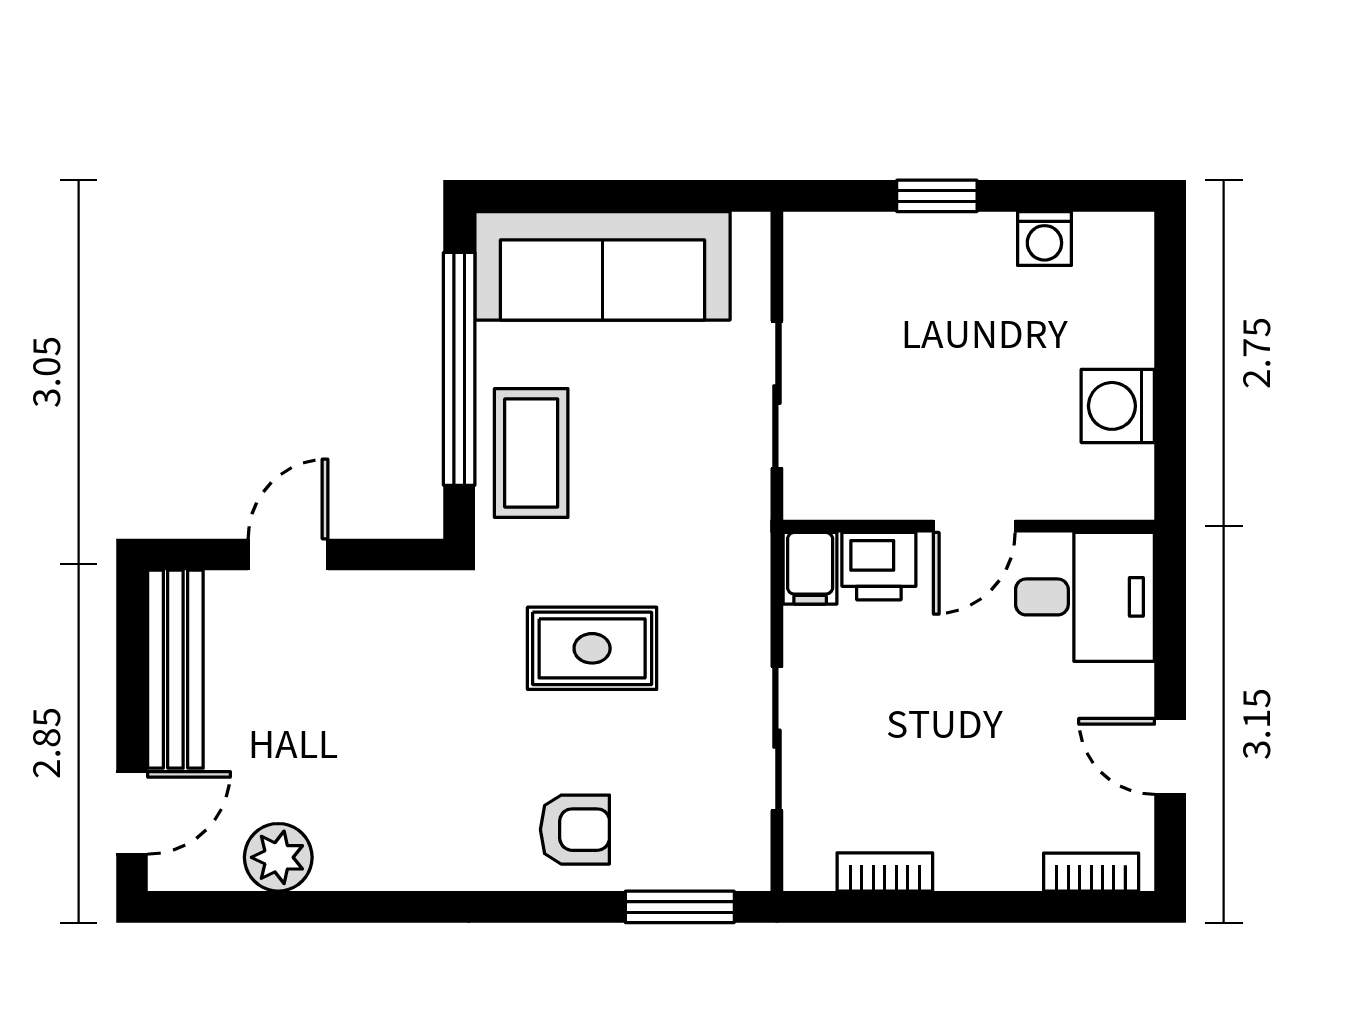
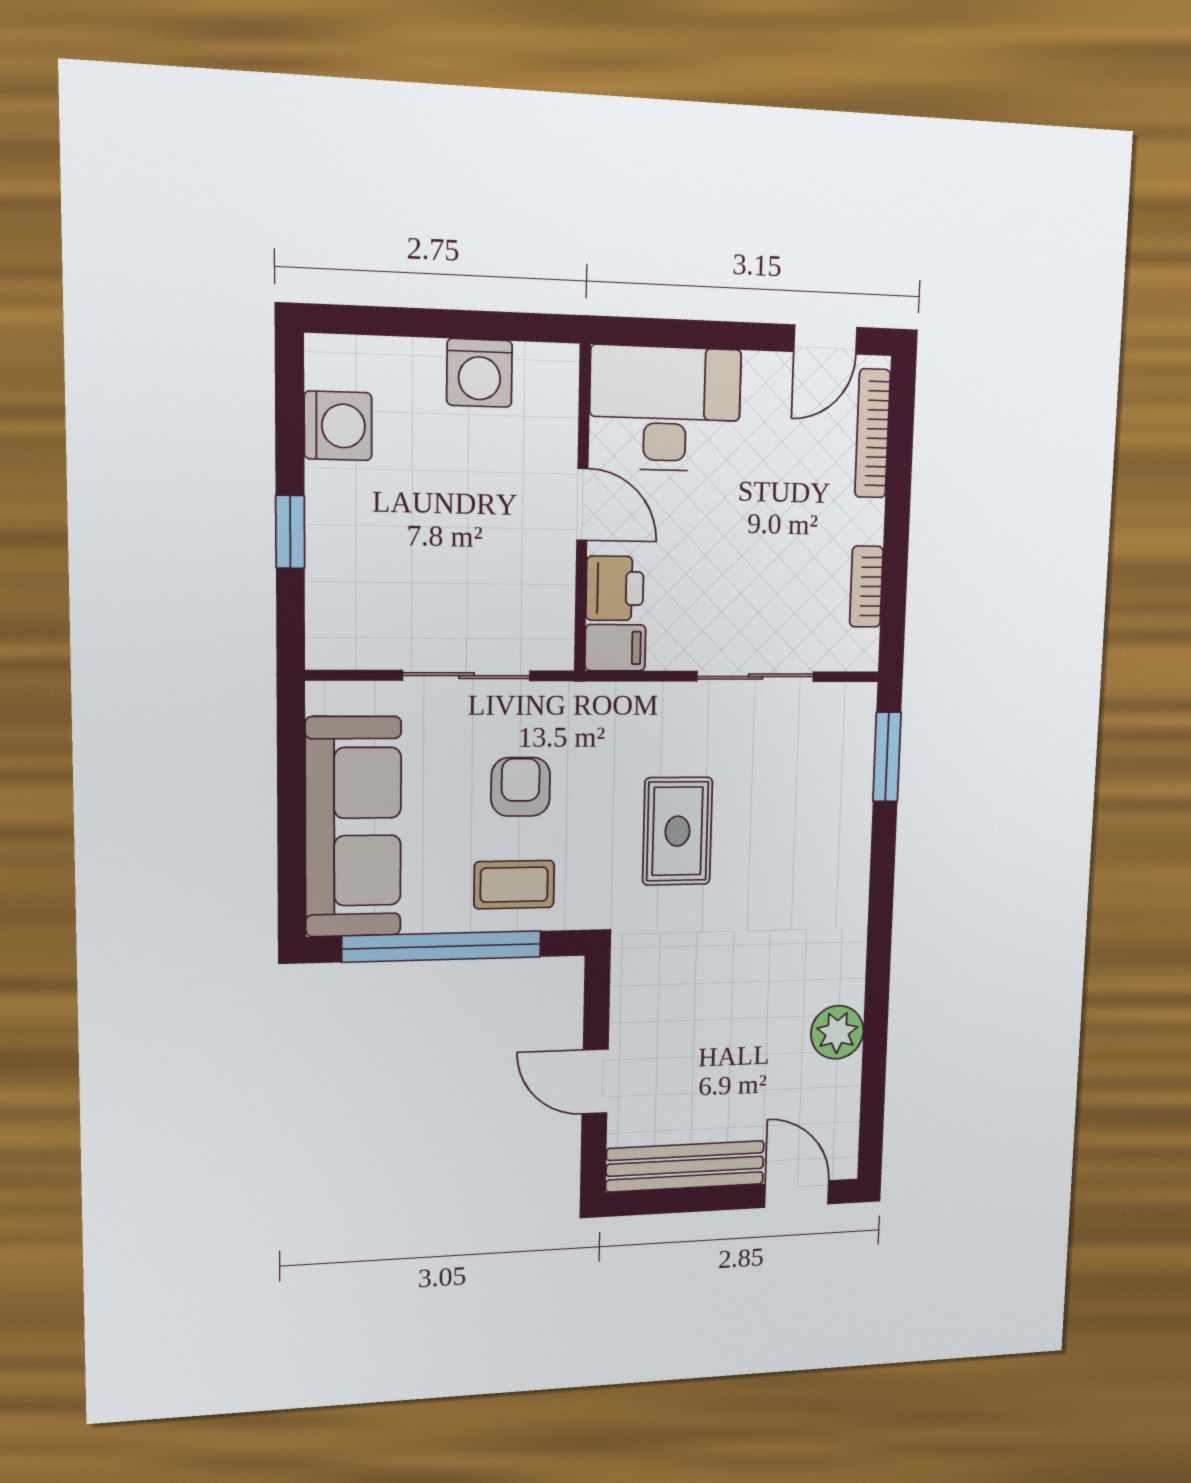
washing machine: (1044, 239) -> (338, 426), width x1.38, depth x1.38
coffee table: (531, 453) -> (514, 885), width x0.73, depth x0.77
desk: (1085, 597) -> (665, 409), width x1.37
door: (1170, 756) -> (825, 339), moved
armchair: (575, 830) -> (521, 787), moved
plant: (278, 857) -> (837, 1032), moved
bookcase: (1091, 872) -> (873, 433), width x1.56

